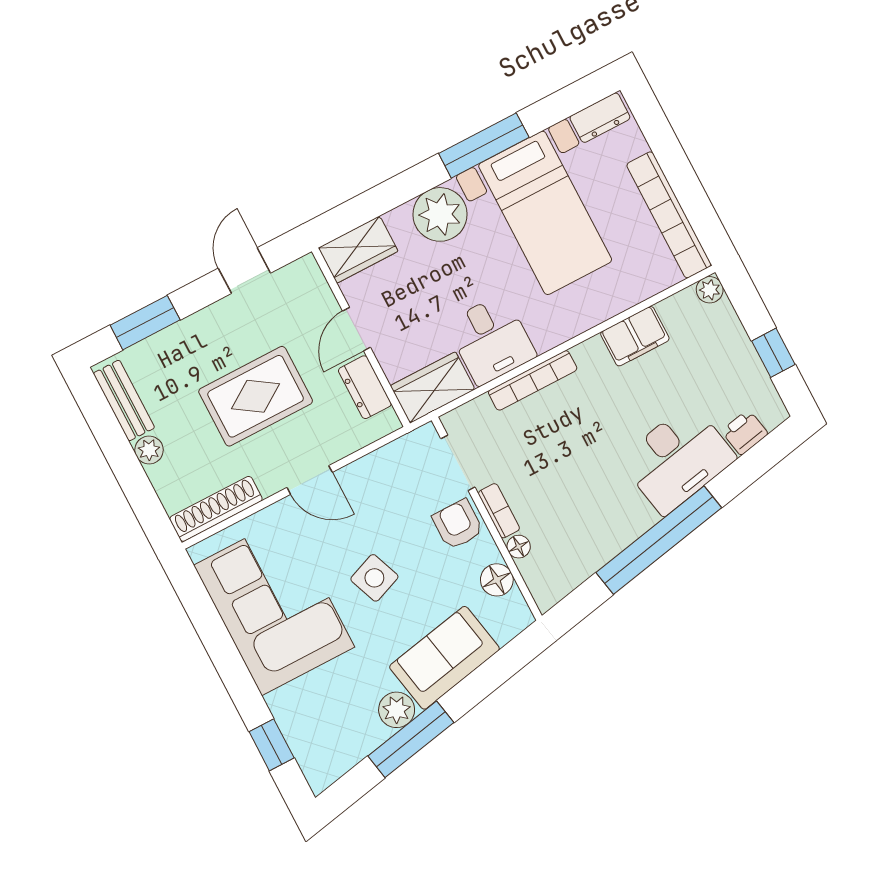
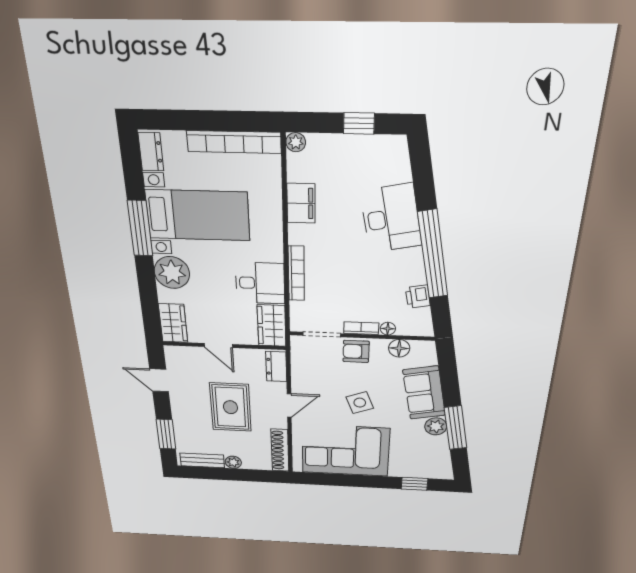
dresser: (365, 387) -> (276, 367), moved, turned 90
printer: (745, 432) -> (418, 297), moved

